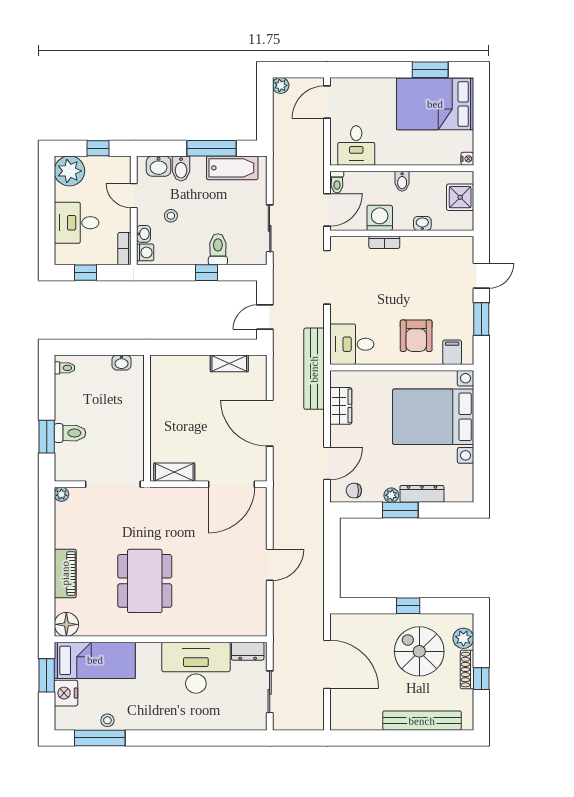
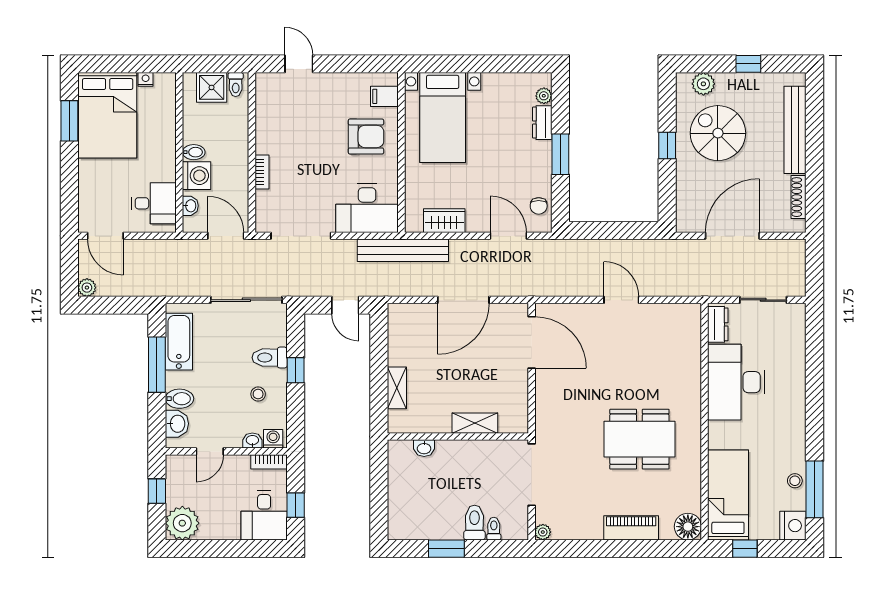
nightstand: (467, 159) -> (146, 79), moved
toilet: (337, 182) -> (236, 85), moved, turned 90
stool: (171, 216) -> (258, 394), moved
washing machine: (380, 218) -> (197, 176), moved, turned 180
desk: (77, 223) -> (264, 515), moved
washbasin: (422, 223) -> (190, 206), moved, turned 180
sliding door: (270, 228) -> (246, 300), width x1.37
window: (481, 319) -> (347, 64), removed
desk: (352, 344) -> (367, 208), width x1.37
washbasin: (121, 363) -> (424, 448), moved, turned 90
shelving: (229, 363) -> (397, 388), moved
toilet: (65, 368) -> (494, 529), moved
bed with nightstands: (433, 417) -> (443, 118), width x0.73
window: (47, 437) -> (446, 549), moved
shelving: (174, 472) -> (475, 423), moved, turned 90
dresser: (422, 494) -> (542, 123), width x0.70
plant: (391, 495) -> (544, 96), moved
spiral stairs: (419, 651) -> (718, 133), turned 90
shoe rack: (467, 670) -> (799, 197), moved, turned 90
window: (47, 675) -> (745, 549), width x0.67
nightstand: (66, 693) -> (793, 526), moved, turned -90

